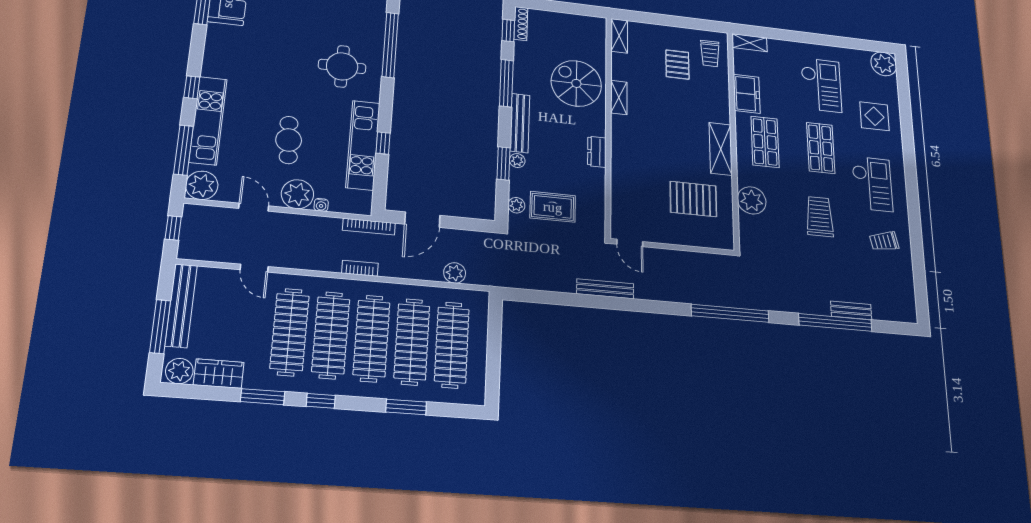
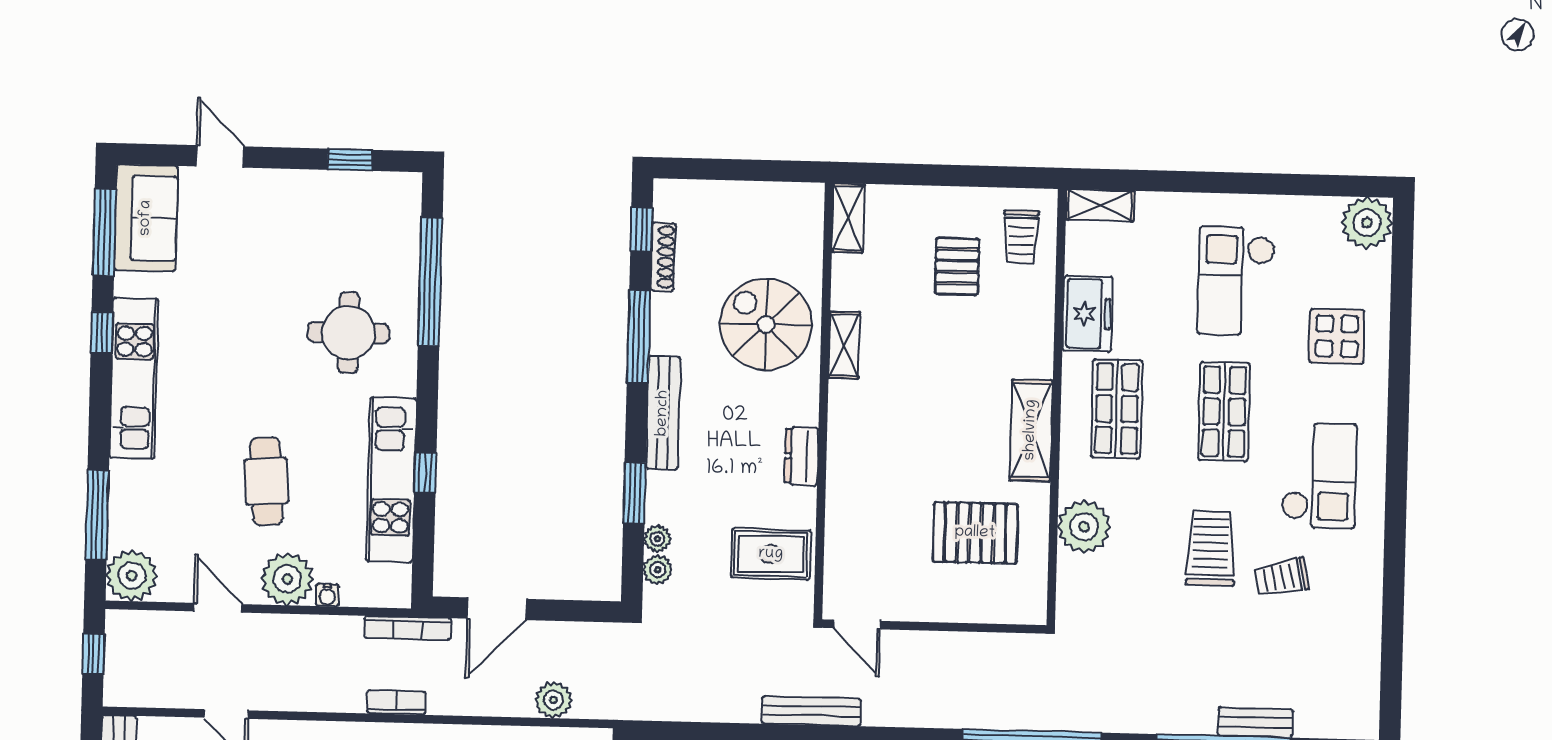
shoe rack: (521, 24) -> (663, 257), moved
checkout: (821, 85) -> (1236, 281), turned 180
window: (192, 87) -> (102, 333), moved
kitchen unit: (208, 121) -> (134, 378), moved
plant: (517, 161) -> (657, 539), moved
rug: (553, 207) -> (771, 554), moved
trolley: (884, 241) -> (1282, 577), moved

